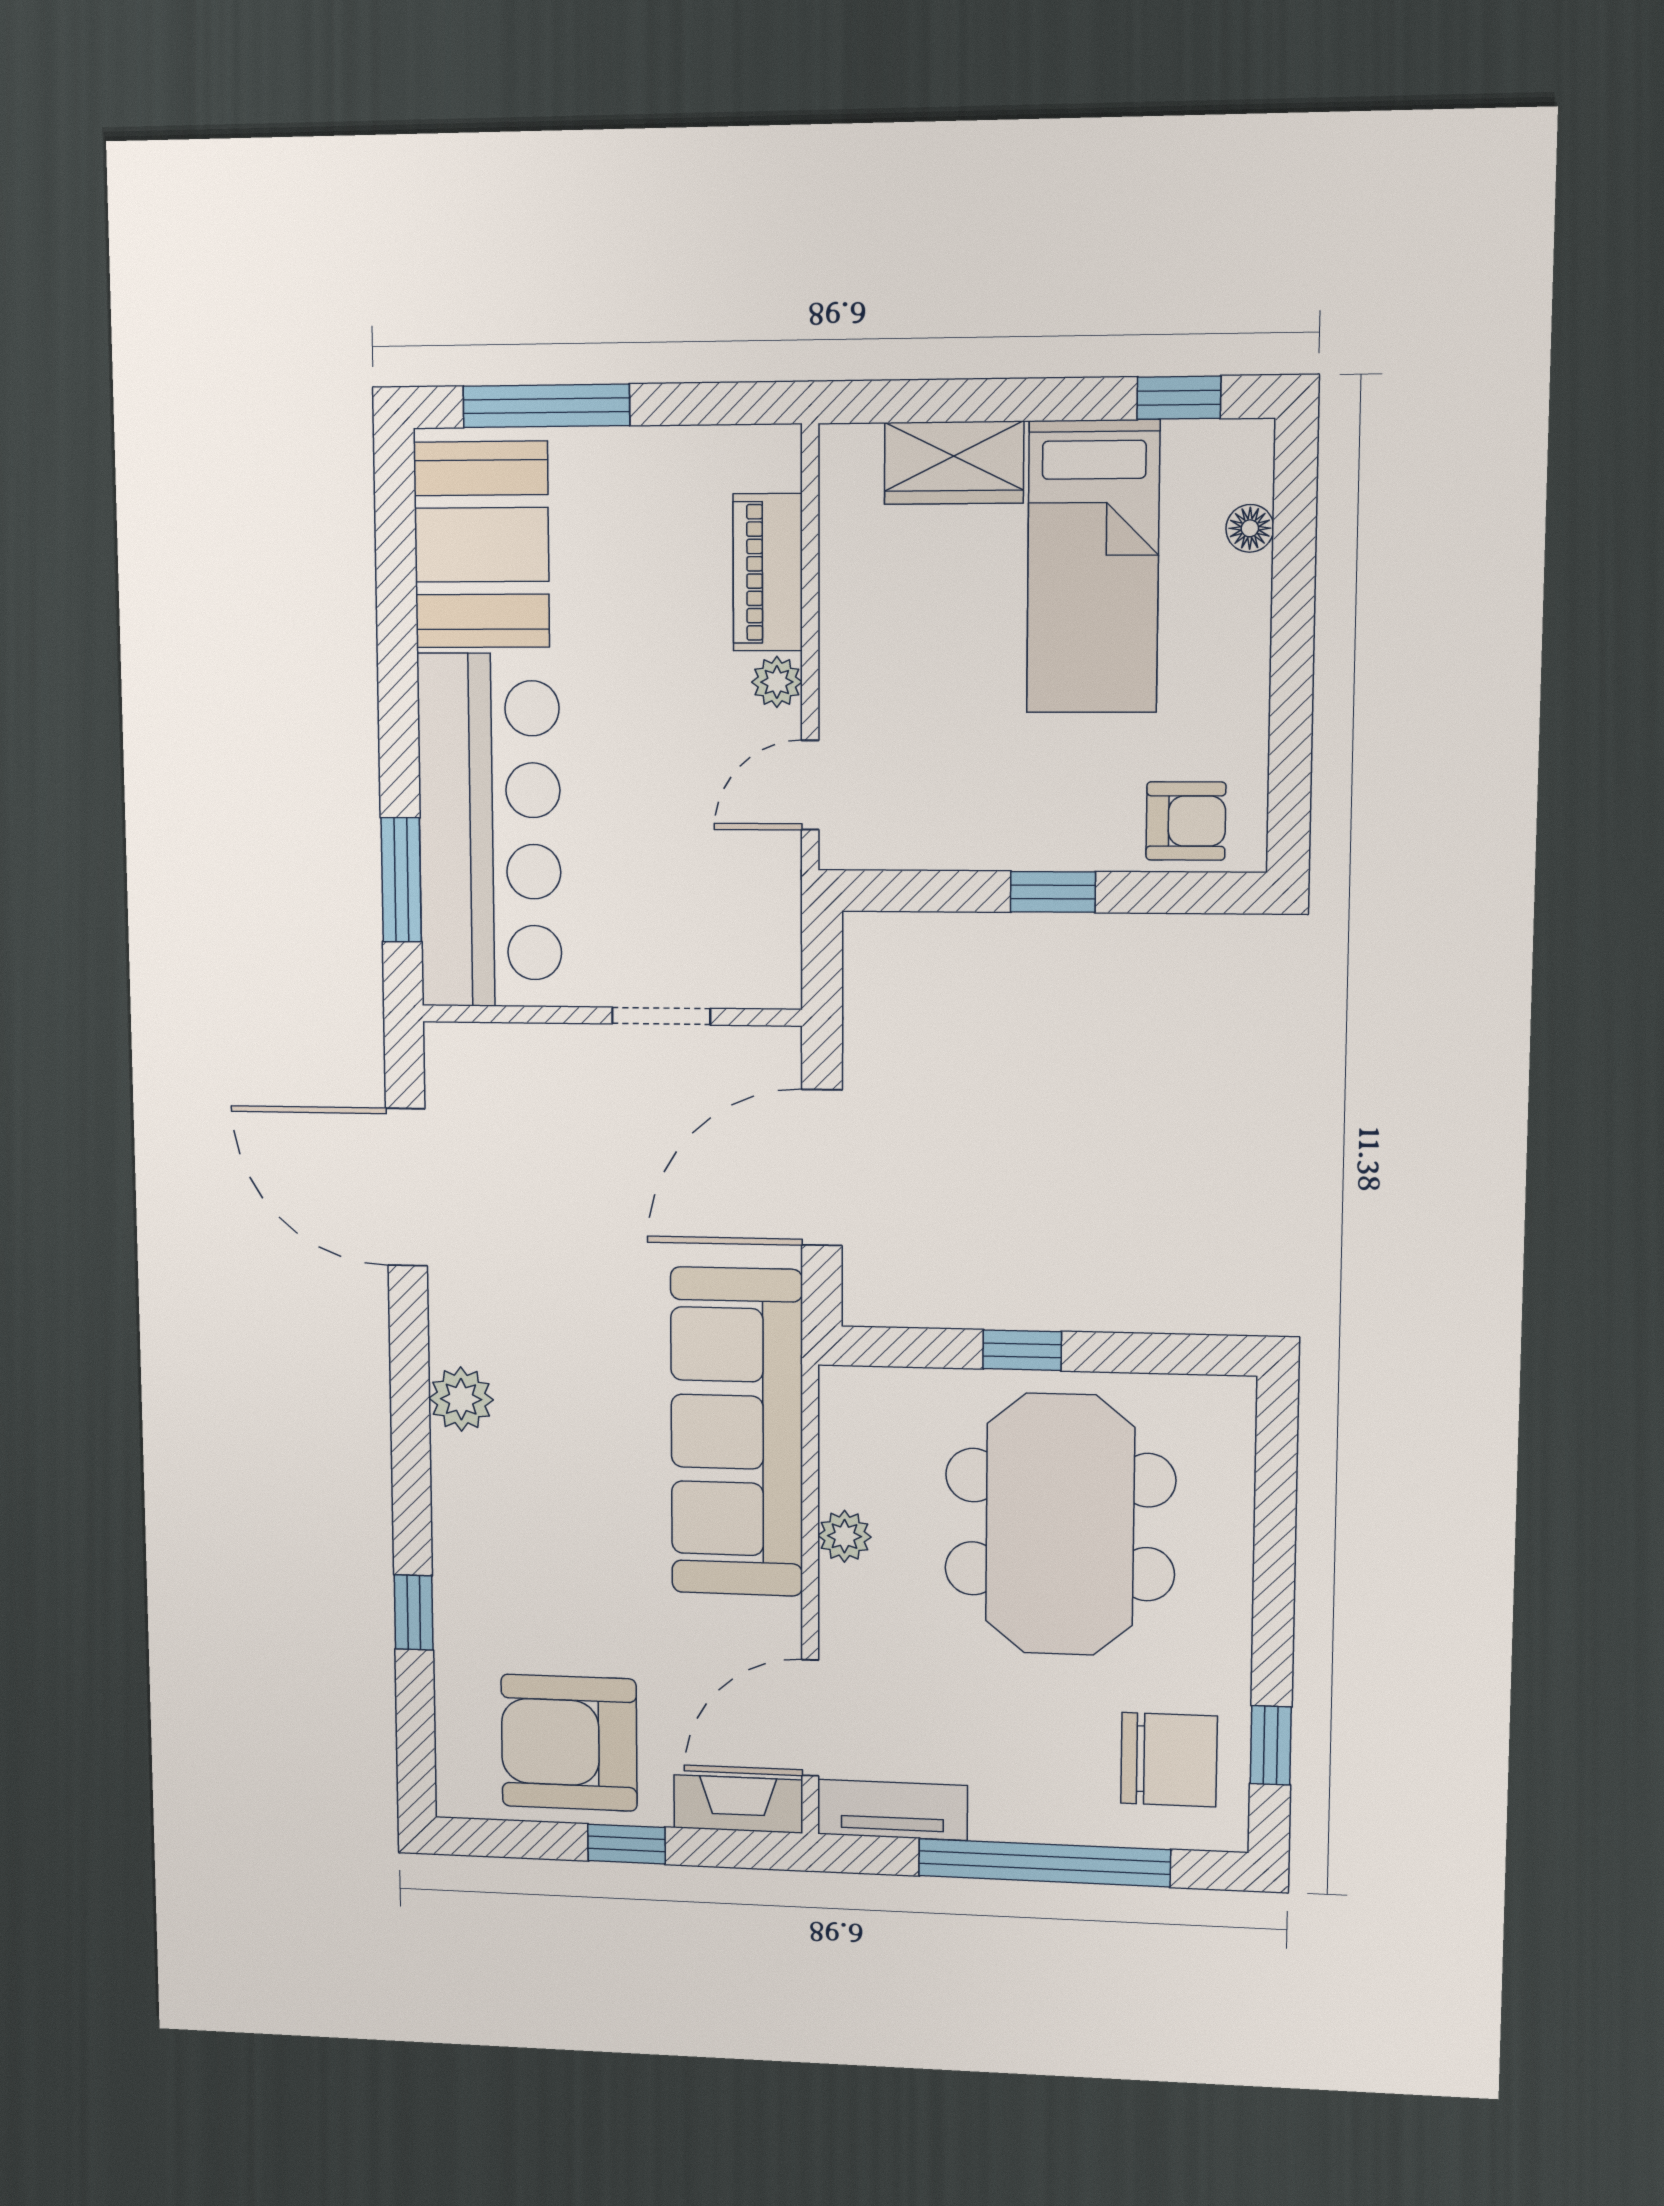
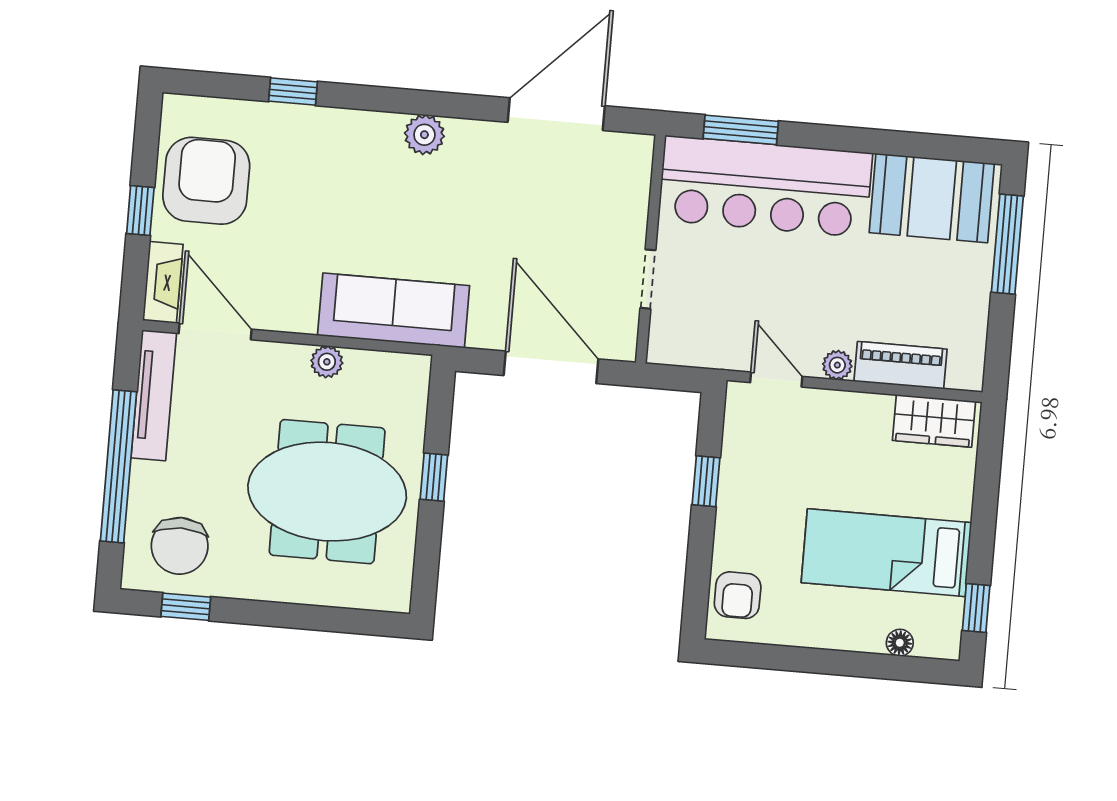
wardrobe: (954, 463) -> (934, 421), moved, turned -90
window: (1053, 892) -> (706, 481), moved
sofa: (737, 1432) -> (394, 310), width x0.74, depth x0.79
tv unit: (892, 1810) -> (154, 395), width x1.41

